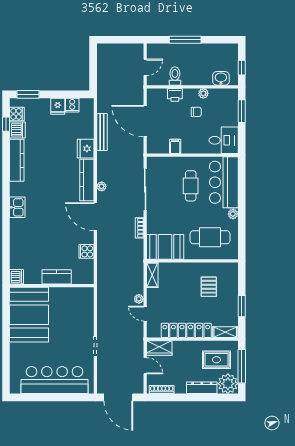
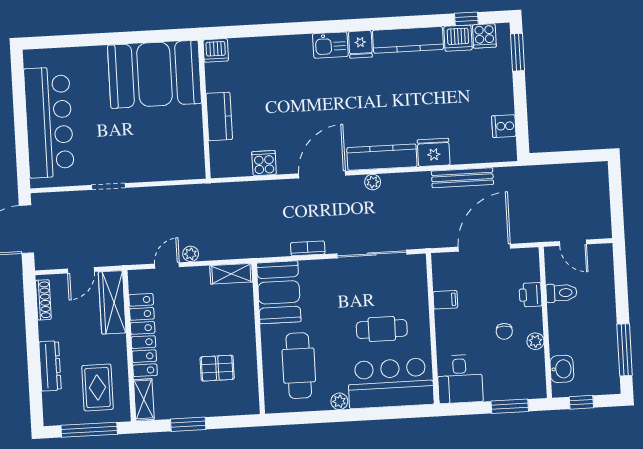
window: (185, 40) -> (625, 350), moved
fridge: (58, 106) -> (360, 44), moved, turned -90
wardrobe: (159, 348) -> (112, 302), width x1.50
plant: (228, 384) -> (59, 408), removed

